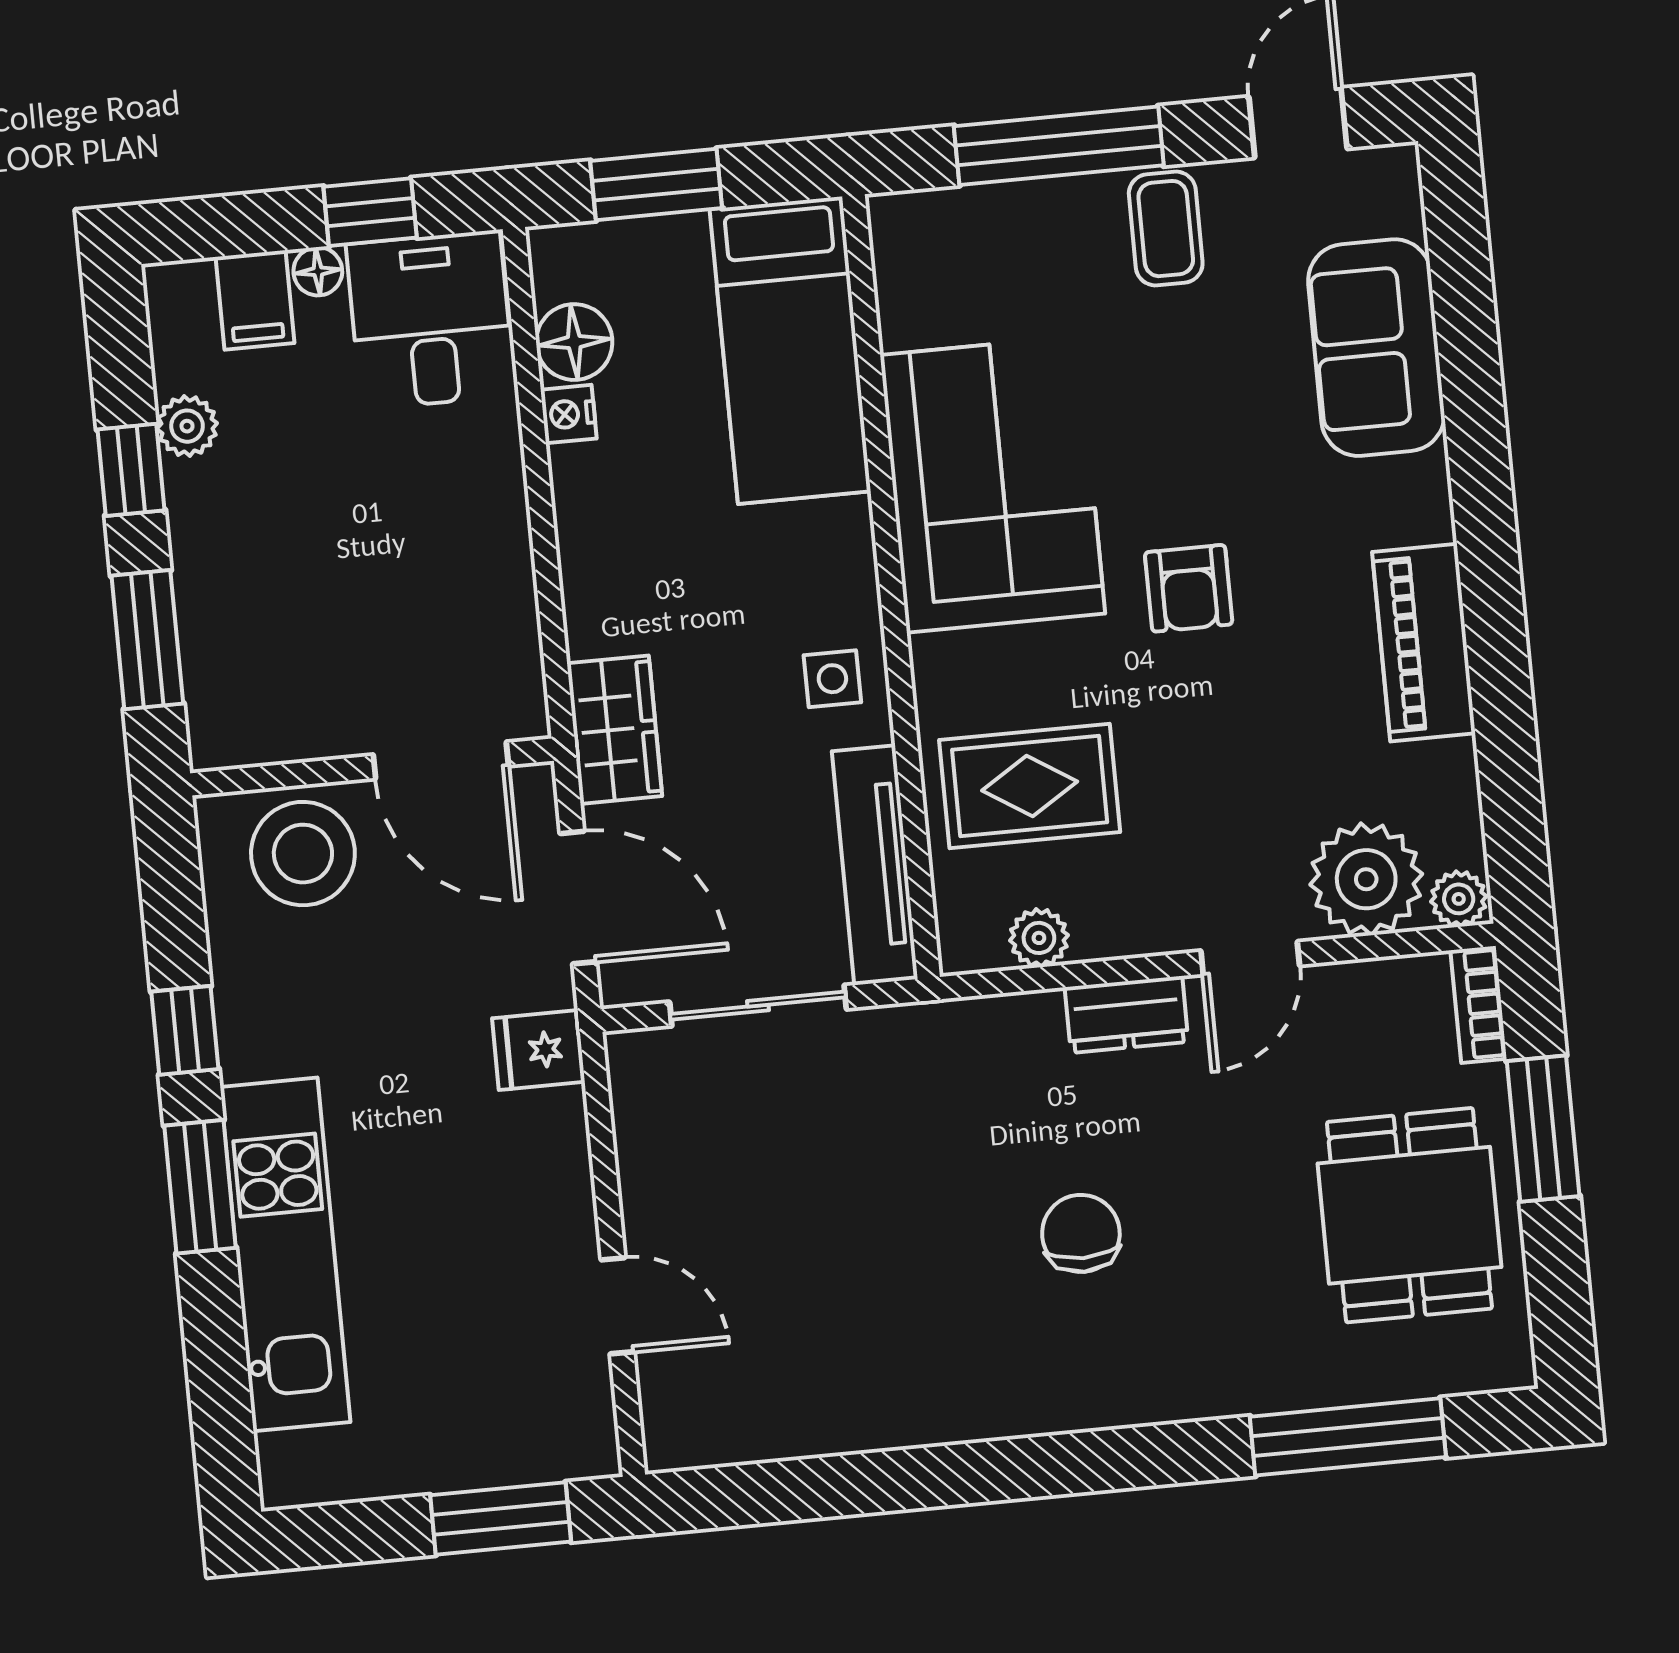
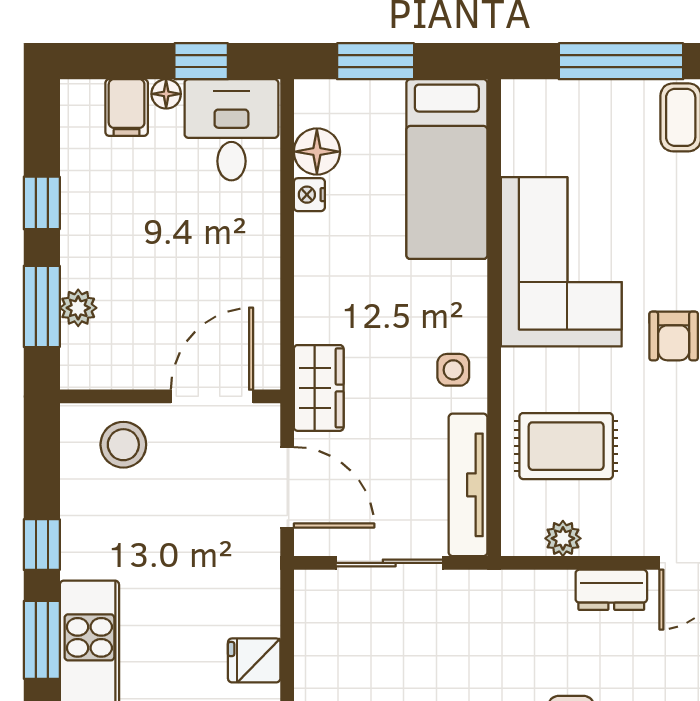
plant: (187, 426) -> (78, 308), moved
door: (441, 760) -> (212, 396), swing flipped
stool: (303, 854) -> (123, 445), width x0.73, depth x0.73
fridge: (538, 1050) -> (254, 660), moved

